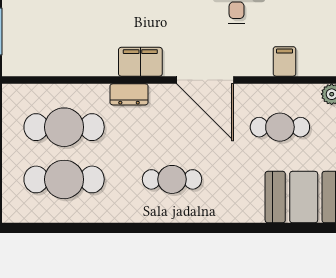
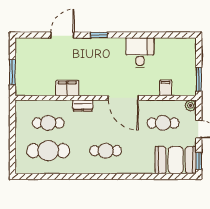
filing cabinet: (140, 62) -> (67, 88), moved
cafe table: (64, 127) -> (48, 123), width x0.73, depth x0.74

